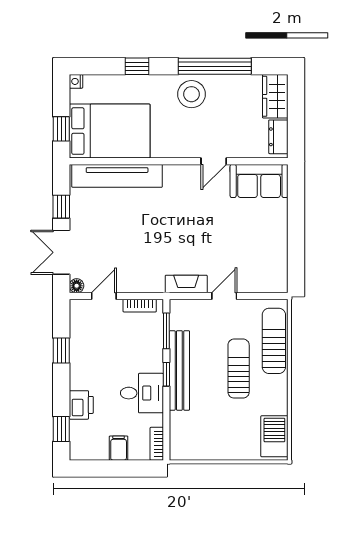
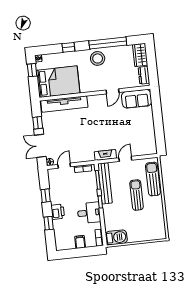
window: (61, 129) -> (32, 70), moved
bench: (179, 370) -> (105, 183), moved
printer: (81, 405) -> (58, 212), moved
window: (61, 429) -> (49, 223), moved
barbecue: (274, 436) -> (116, 237), moved, turned 90

